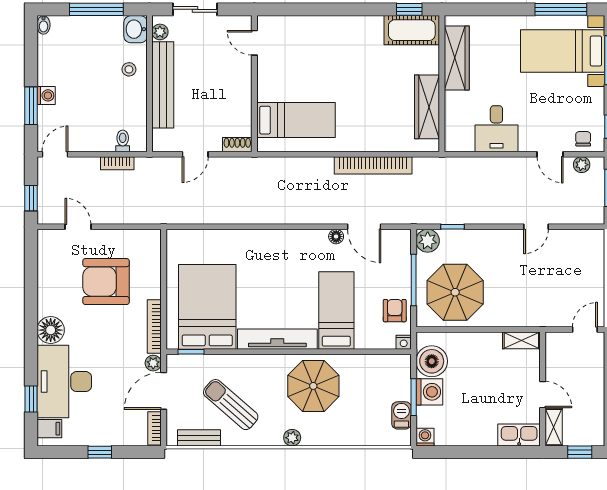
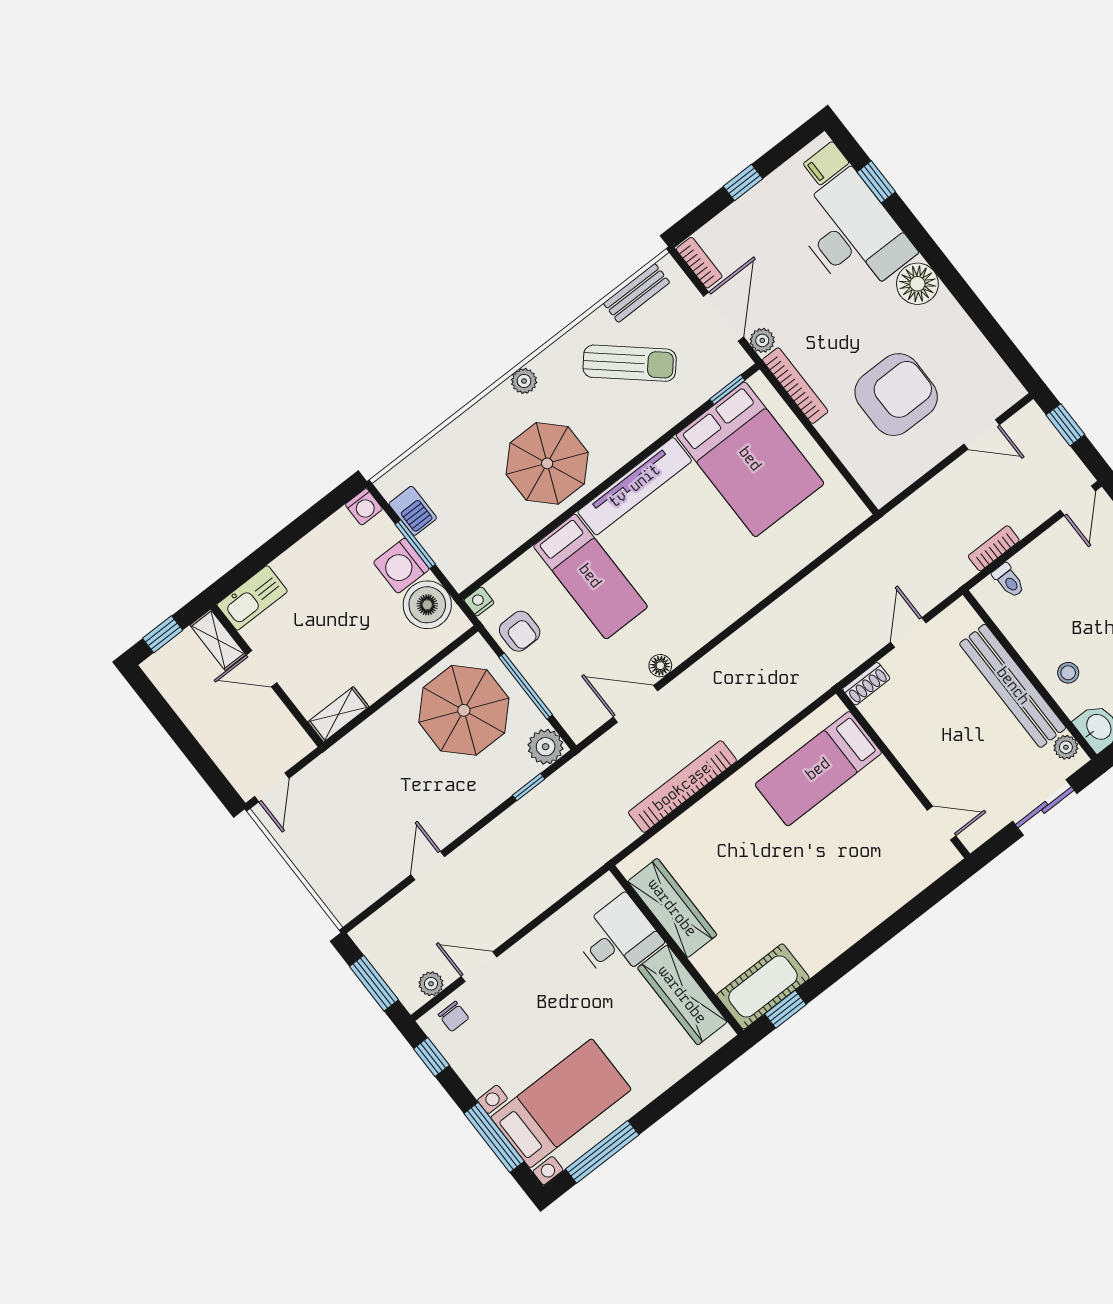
desk: (496, 129) -> (618, 938), moved, turned 90

